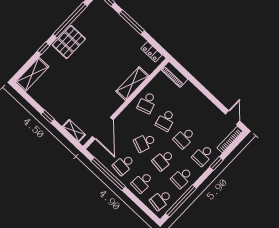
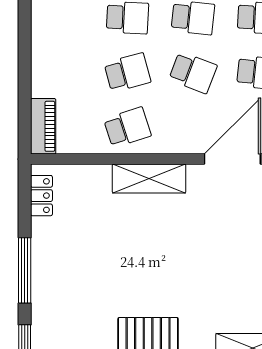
shelving: (132, 84) -> (149, 178), moved

